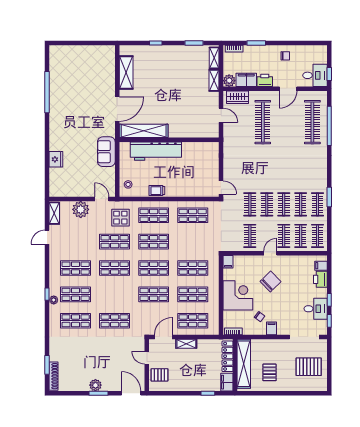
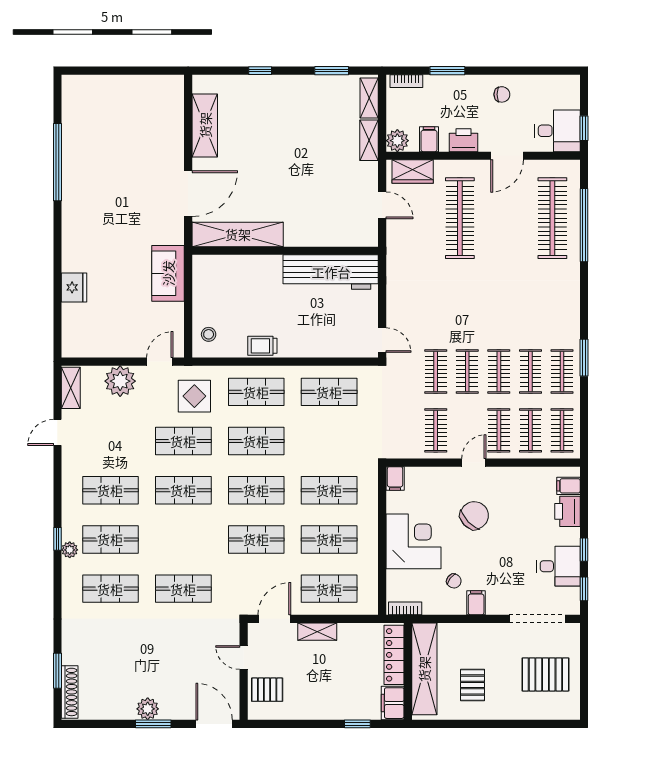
filing cabinet: (246, 80) -> (429, 139), width x0.50
workbench: (156, 151) -> (331, 272), moved
door: (102, 199) -> (160, 362), hinge flipped

